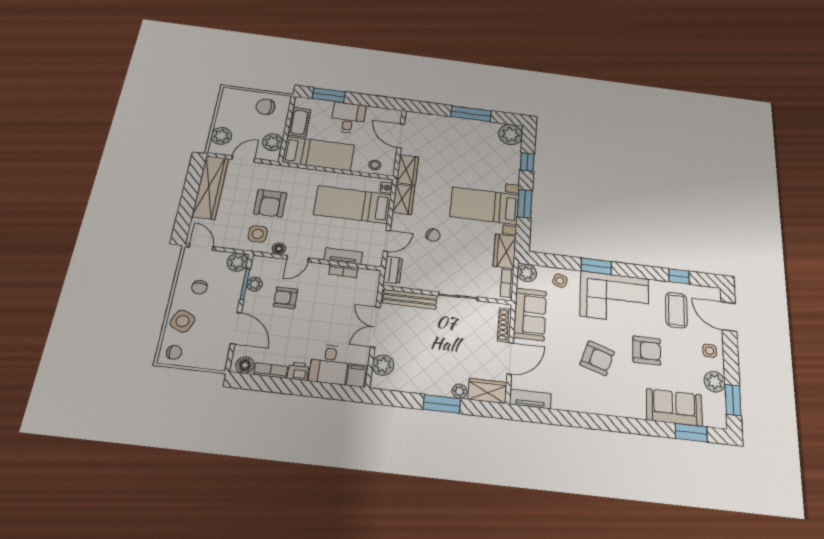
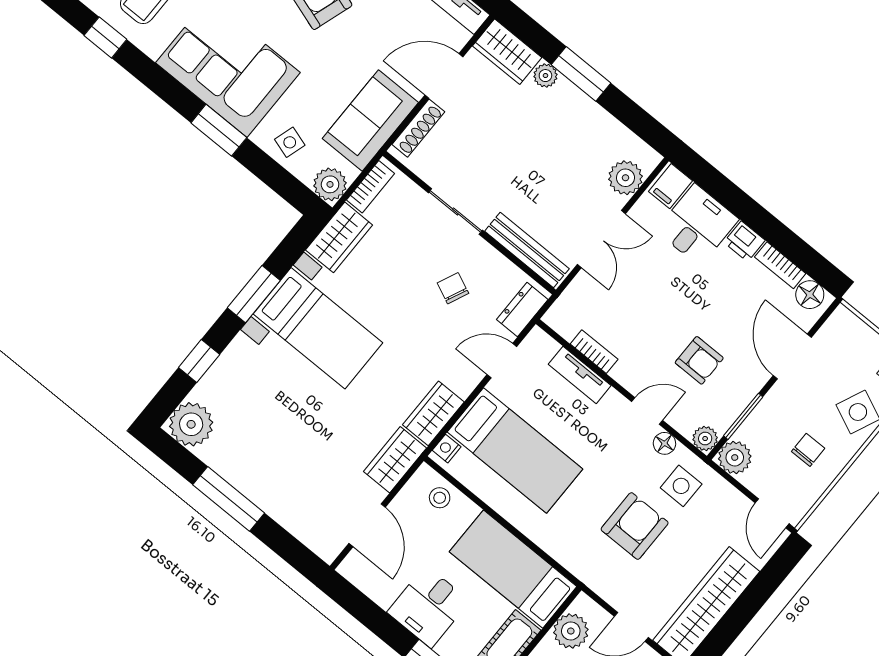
chair: (433, 235) -> (453, 288), moved
plant: (255, 284) -> (705, 438), moved

